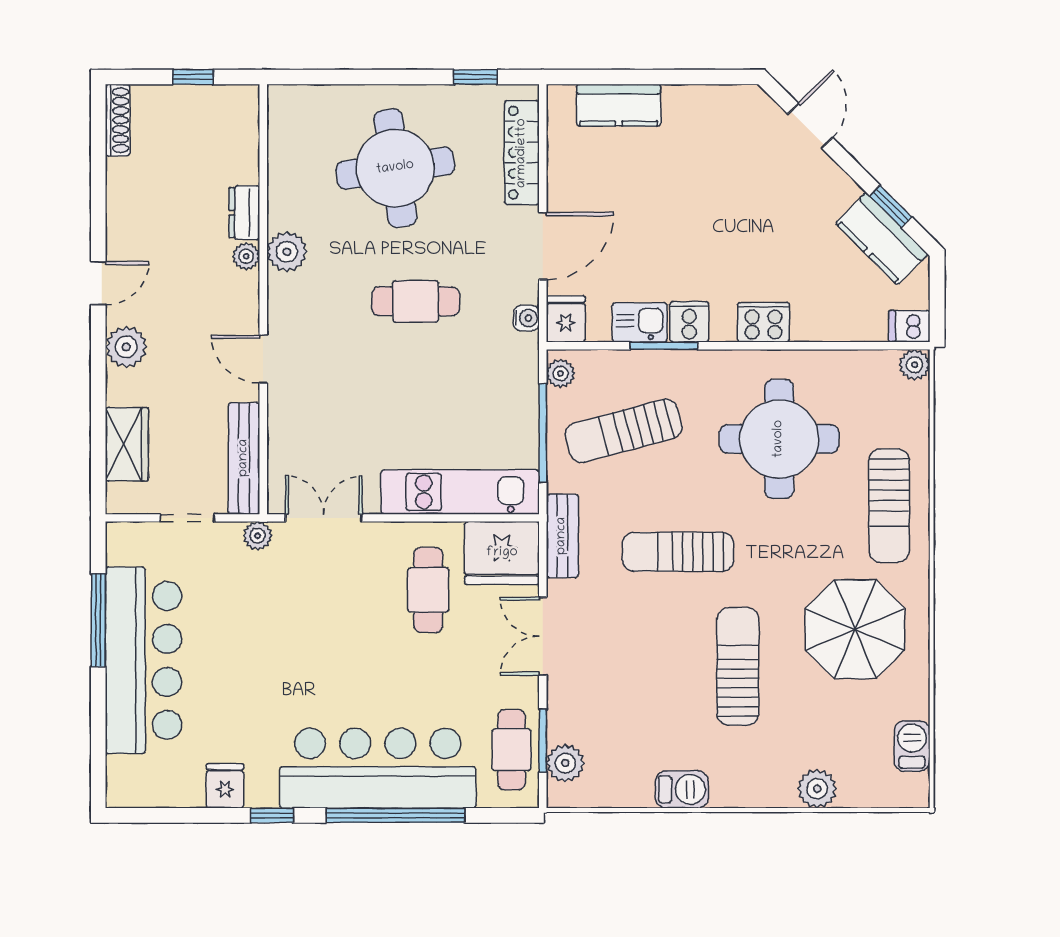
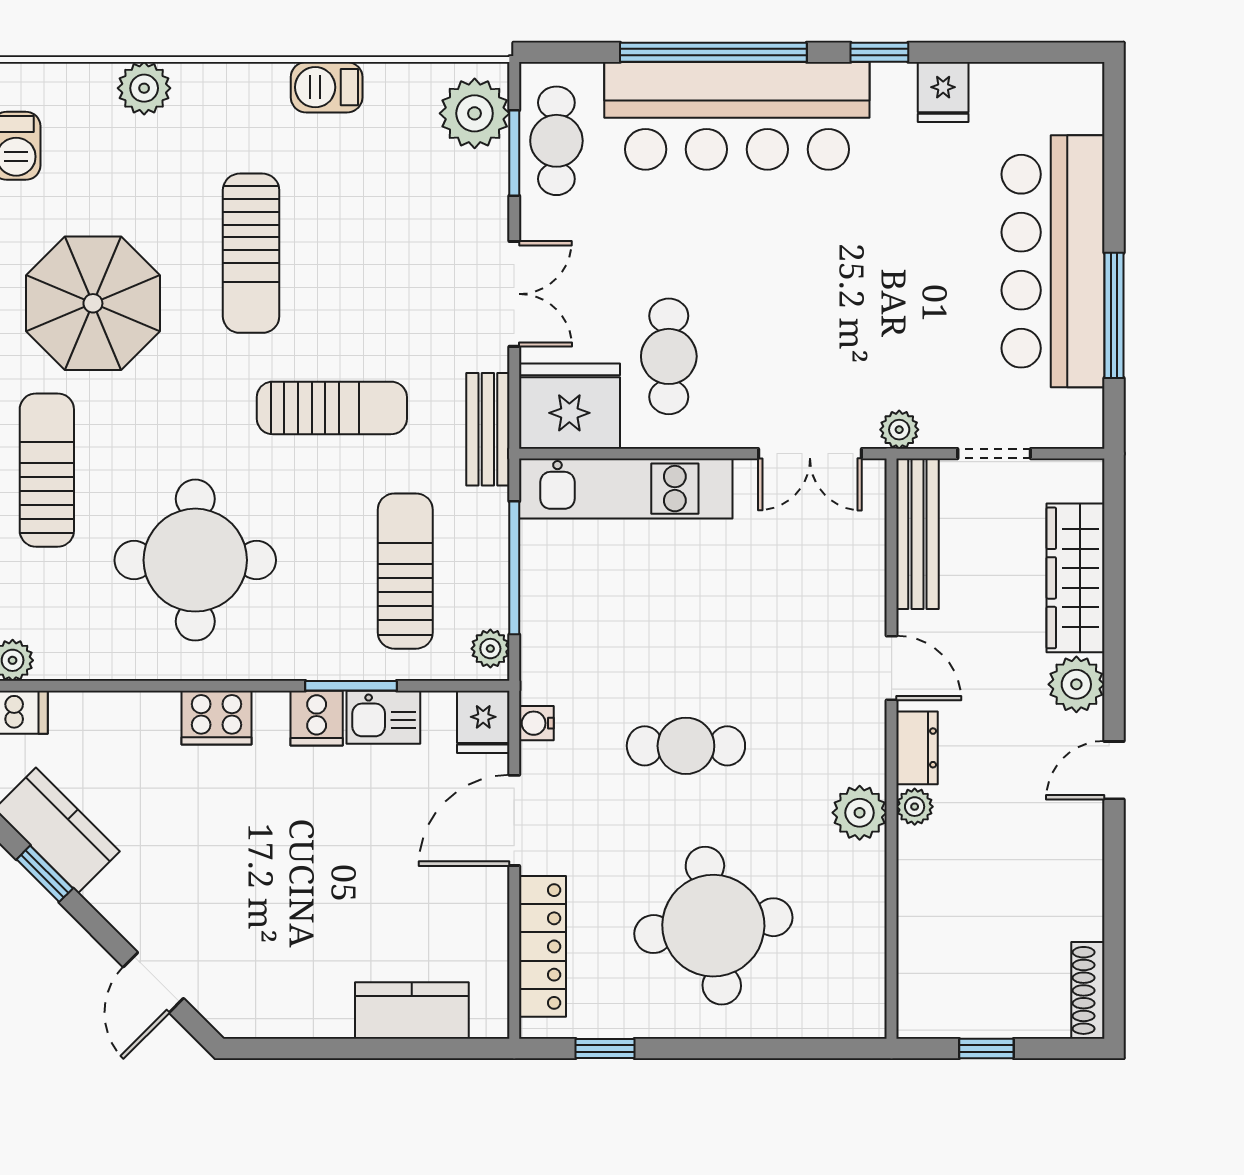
dresser: (244, 213) -> (917, 748), moved
sun lounger: (624, 431) -> (405, 571), turned -75
wardrobe: (127, 444) -> (1076, 578), width x1.50
plant: (565, 763) -> (475, 113), width x1.36, depth x1.36

